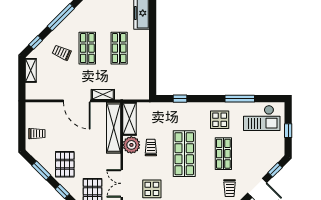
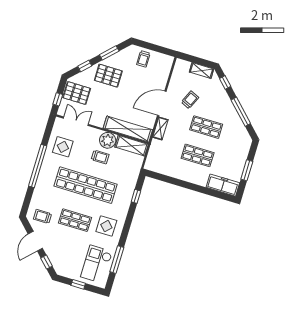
trolley: (62, 53) -> (190, 100), moved
window: (240, 99) -> (117, 260), moved
shop shelf: (184, 154) -> (86, 185), width x1.40

